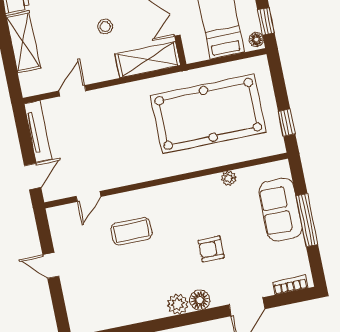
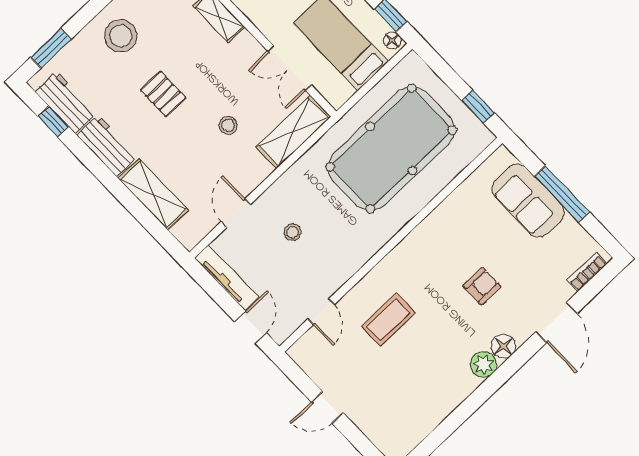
stool: (103, 129) -> (292, 232), added
plant: (229, 178) -> (454, 202), removed
armchair: (211, 249) -> (482, 286), turned 180

